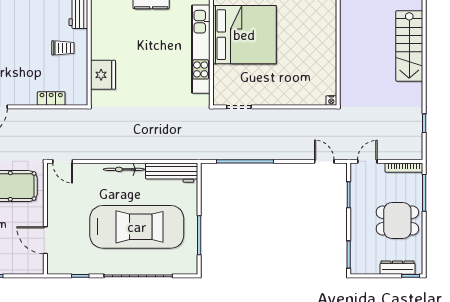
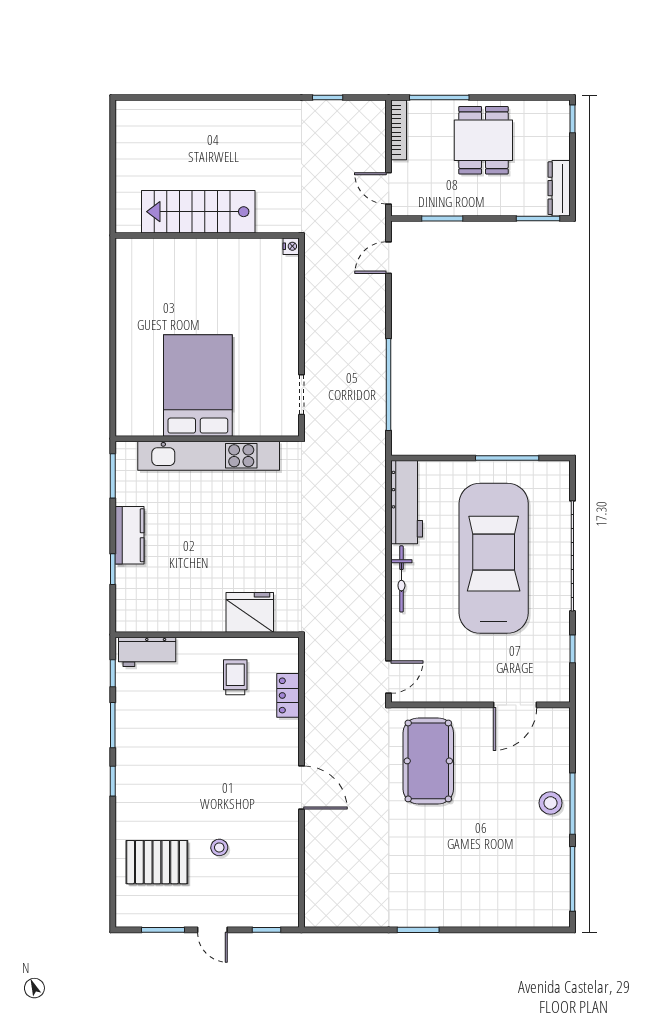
bed: (244, 35) -> (198, 385), width x0.73
stairs: (409, 46) -> (198, 212), moved, turned 180
trolley: (63, 48) -> (235, 677), moved
dresser: (398, 268) -> (559, 188), moved

